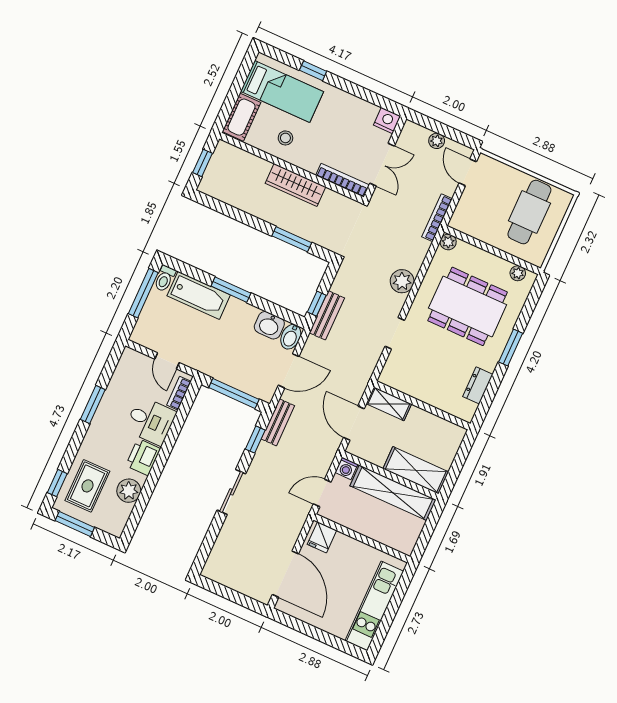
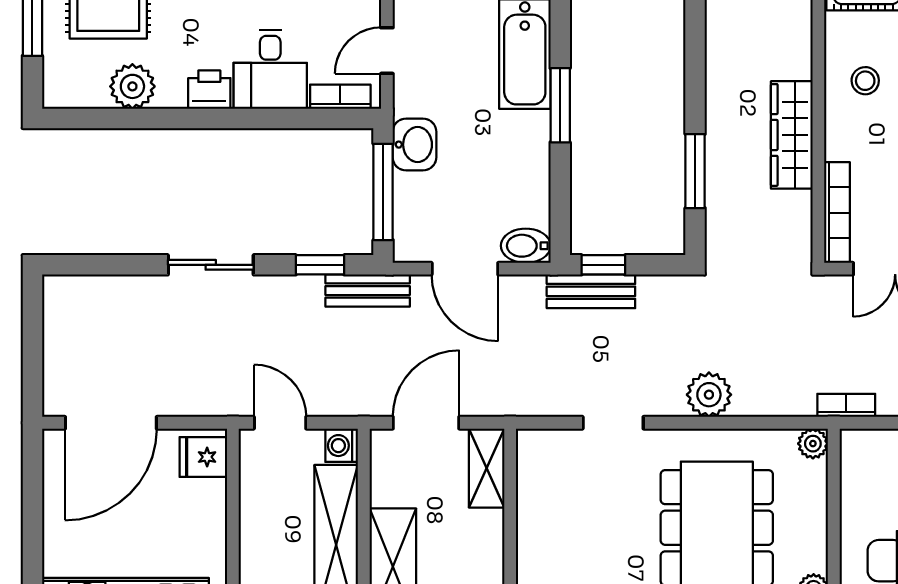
bookcase: (437, 218) -> (846, 405), width x0.64
washbasin: (269, 325) -> (414, 145), moved, turned 180
printer: (143, 457) -> (209, 90), width x0.73, depth x0.81

